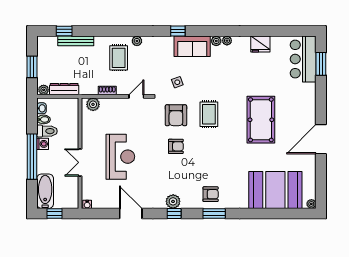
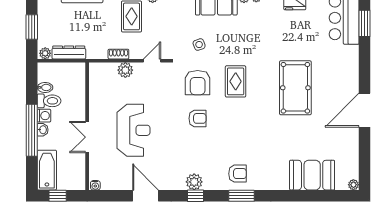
plant: (93, 104) -> (125, 70), moved
washbasin: (41, 108) -> (43, 130), moved
booth: (275, 190) -> (312, 175), width x0.73, depth x0.70

